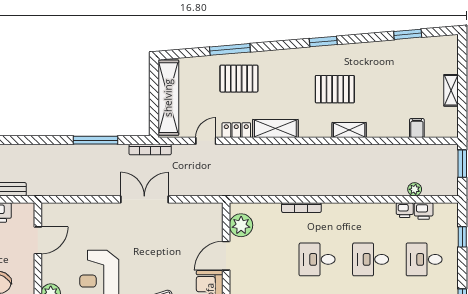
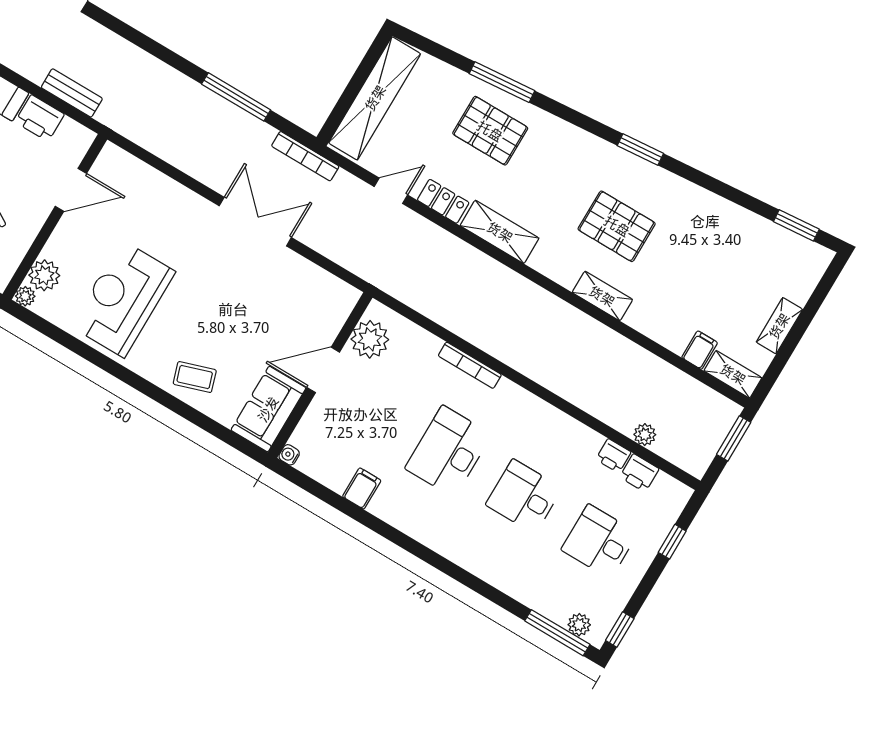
window: (408, 34) -> (796, 225), moved
shelving: (442, 130) -> (733, 374), added
desk: (317, 259) -> (448, 451), width x1.37

